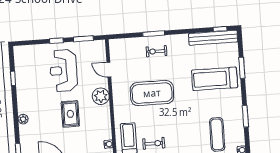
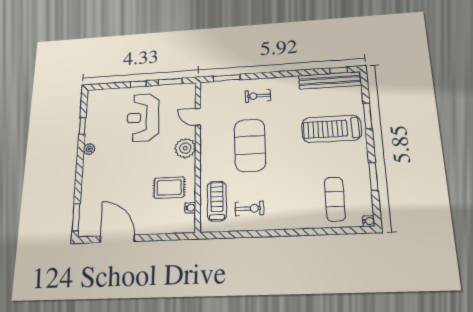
window: (154, 34) -> (227, 78), moved
exercise mat: (152, 93) -> (250, 145), turned 90
rug: (70, 114) -> (169, 188), moved, turned 90
plant: (23, 119) -> (89, 149), moved

